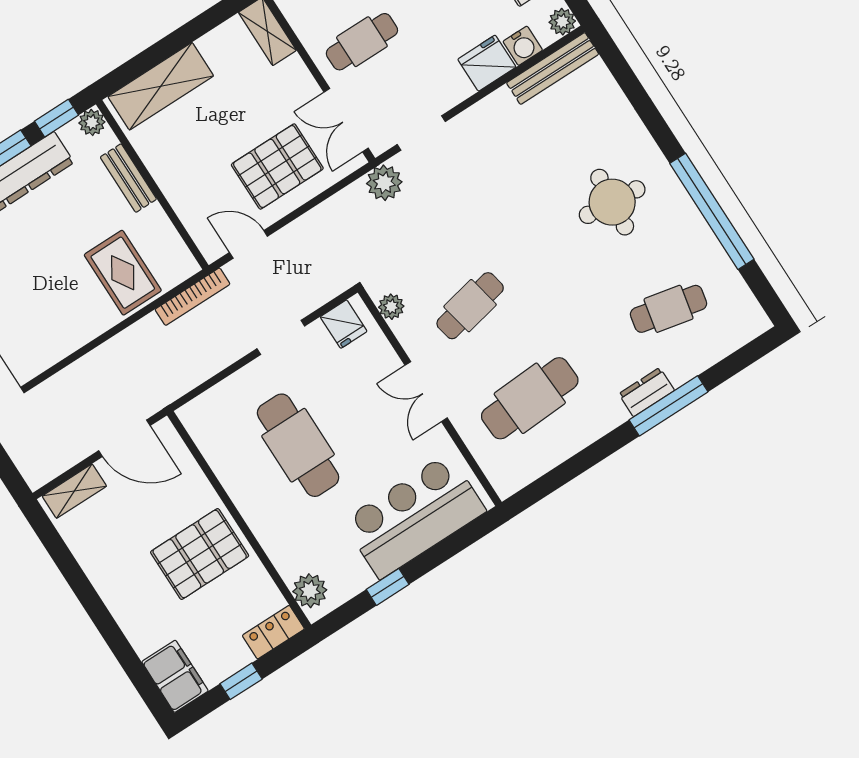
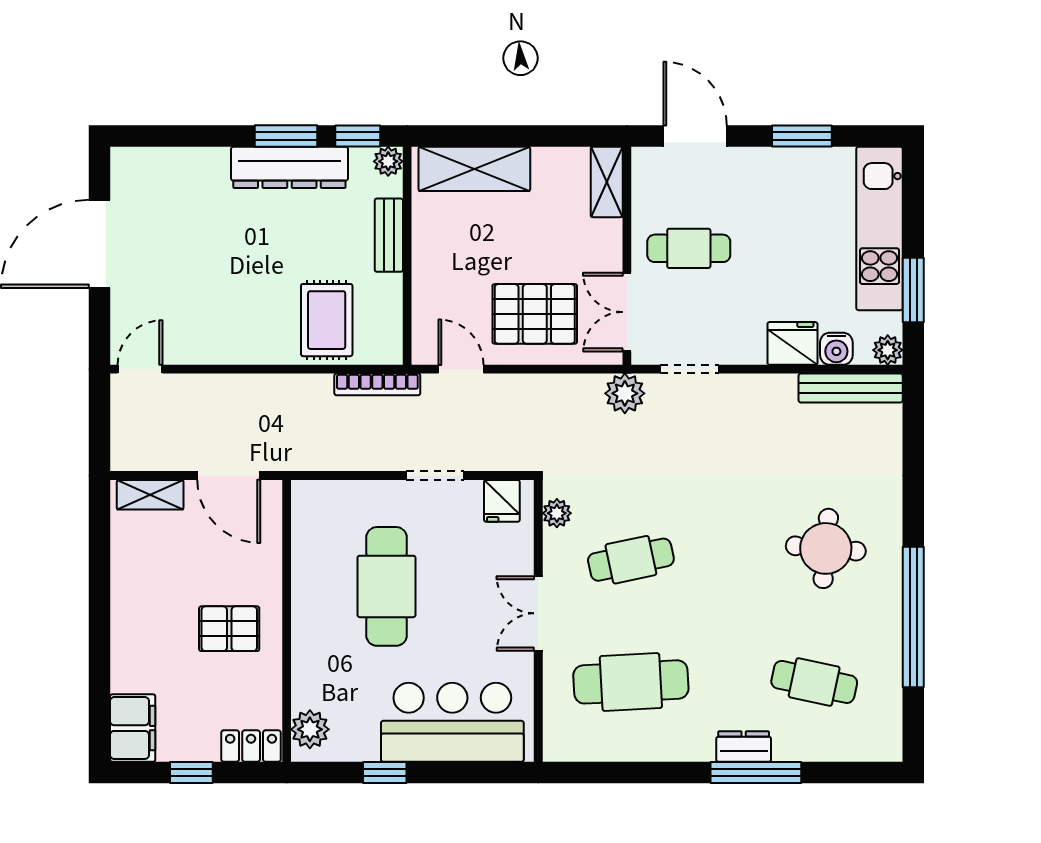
pallet: (200, 554) -> (229, 629), width x0.67, depth x0.71

